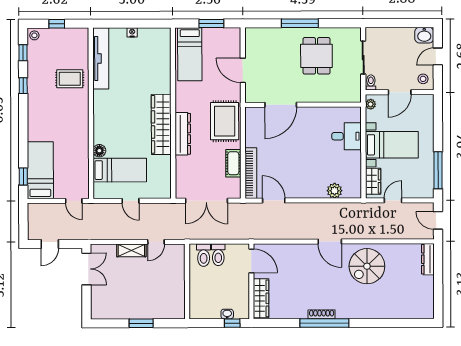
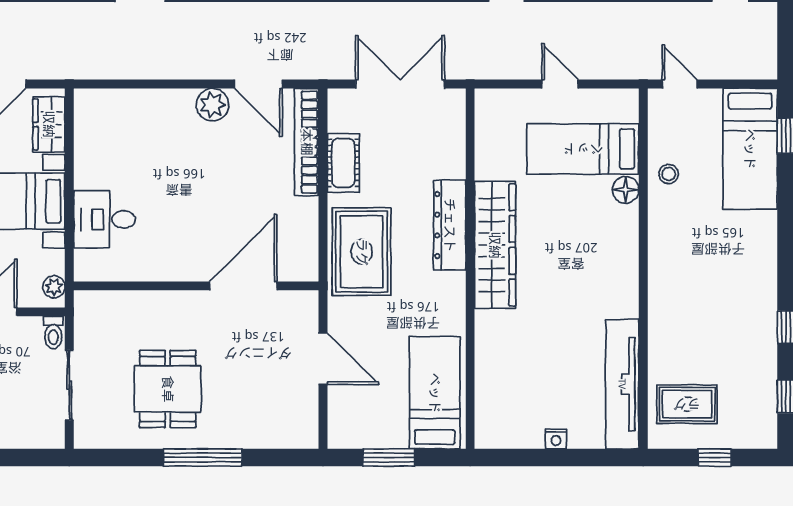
stool: (34, 35) -> (669, 174), moved
rug: (70, 79) -> (687, 404), moved
plant: (335, 191) -> (212, 105), moved

